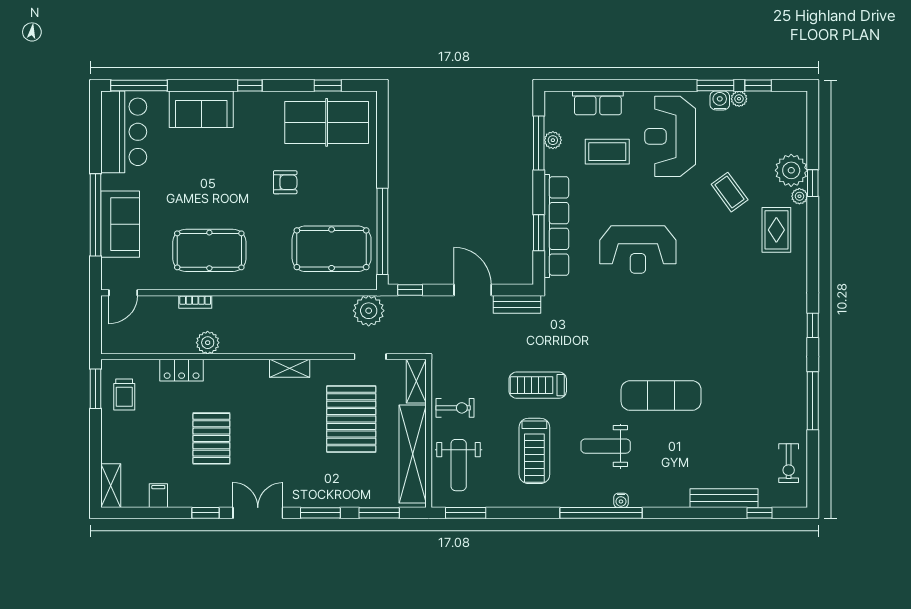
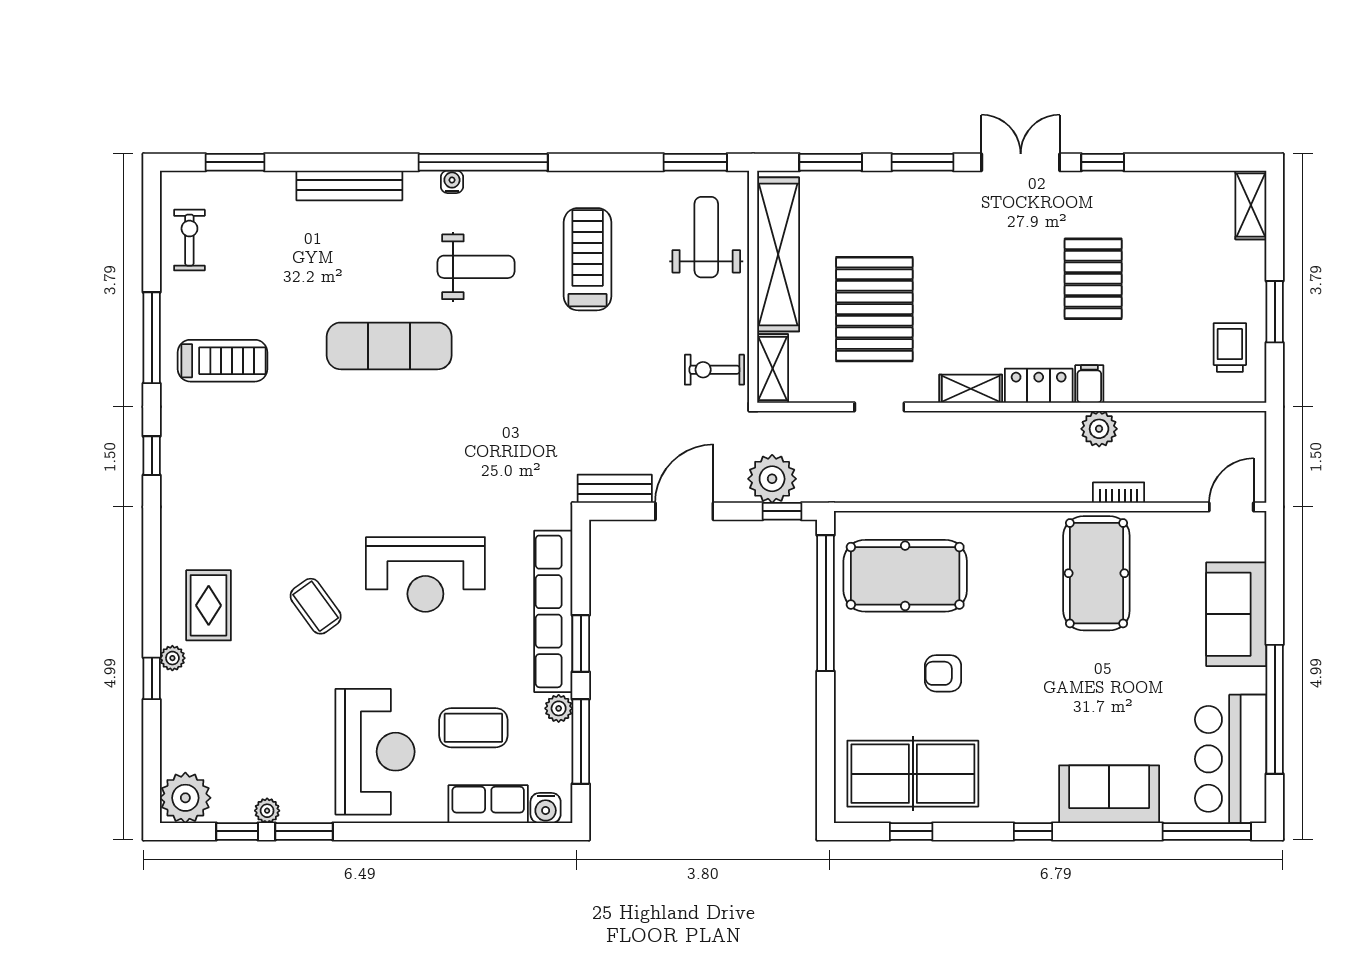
water cooler: (720, 100) -> (546, 808), moved
plant: (553, 140) -> (559, 708), moved
plant: (791, 170) -> (185, 798), moved
armchair: (285, 182) -> (943, 673), moved
coffee table: (730, 192) -> (316, 606), moved
window: (96, 215) -> (1275, 709), moved
window: (539, 233) -> (581, 643), moved
pool table: (209, 250) -> (1096, 573), turned 90
reception desk: (638, 250) -> (425, 574), turned 180
door: (473, 290) -> (684, 511), swing flipped
plant: (369, 311) -> (772, 479), moved
doorway: (370, 357) -> (879, 407), moved
locker: (182, 370) -> (1039, 386), moved
treadmill: (538, 385) -> (223, 361), moved
window: (96, 389) -> (1275, 312), moved
exercise bike: (455, 408) -> (714, 370), moved
filing cabinet: (158, 496) -> (1089, 384), moved, turned 180
bench: (724, 498) -> (349, 185), moved
double door: (258, 513) -> (1021, 162), swing flipped
window: (760, 513) -> (235, 162), width x1.50

